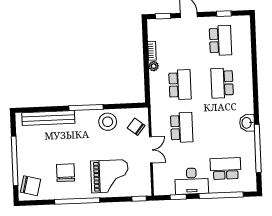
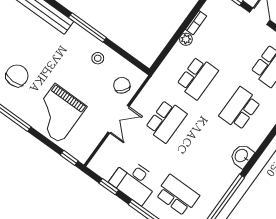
stool: (108, 122) -> (98, 58), width x0.53, depth x0.53
washbasin: (247, 123) -> (242, 156), moved
grand piano: (110, 176) -> (58, 113), turned 90

